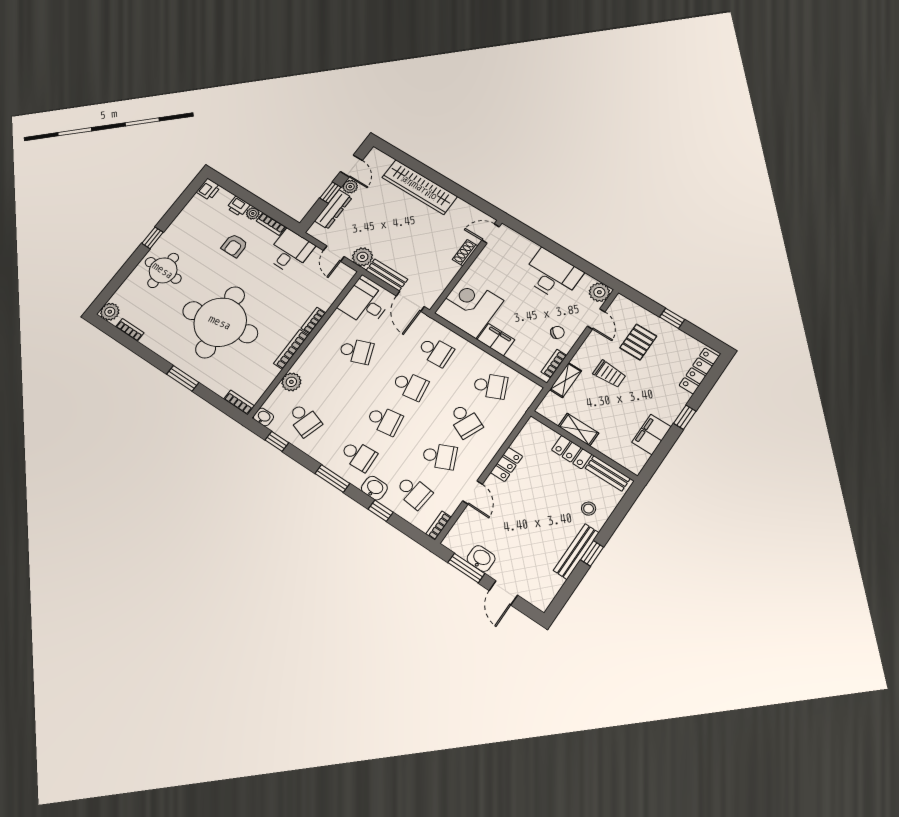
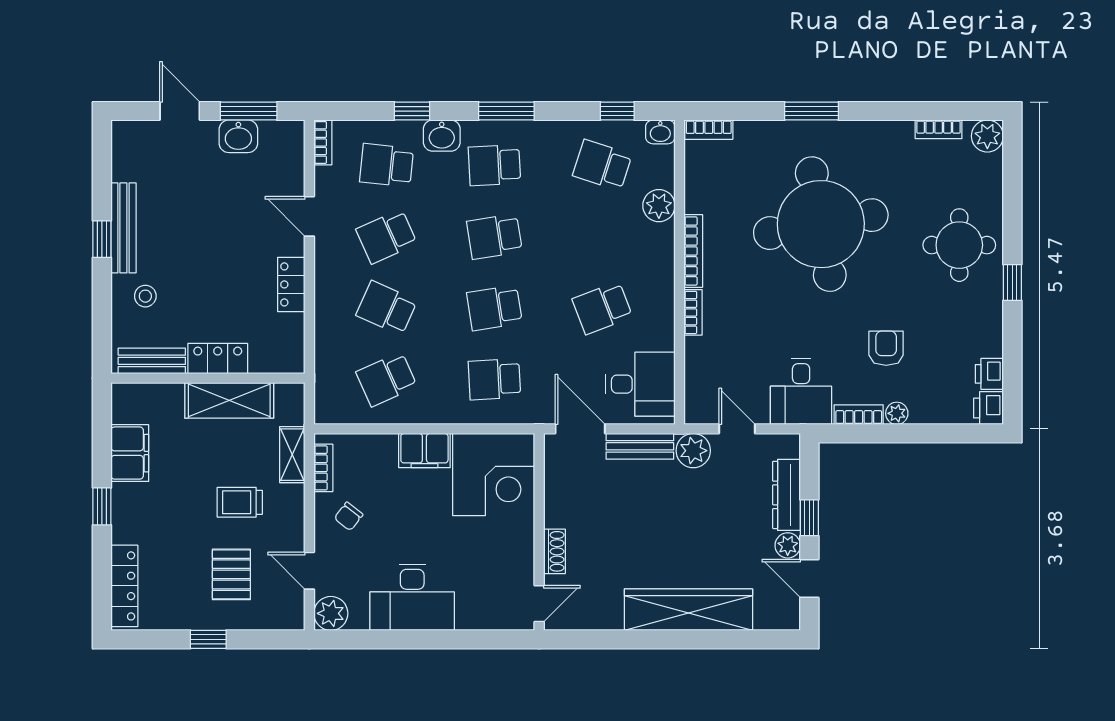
printer: (238, 206) -> (989, 374), moved, turned -90
shelving: (578, 430) -> (229, 400), width x1.50, depth x1.33

